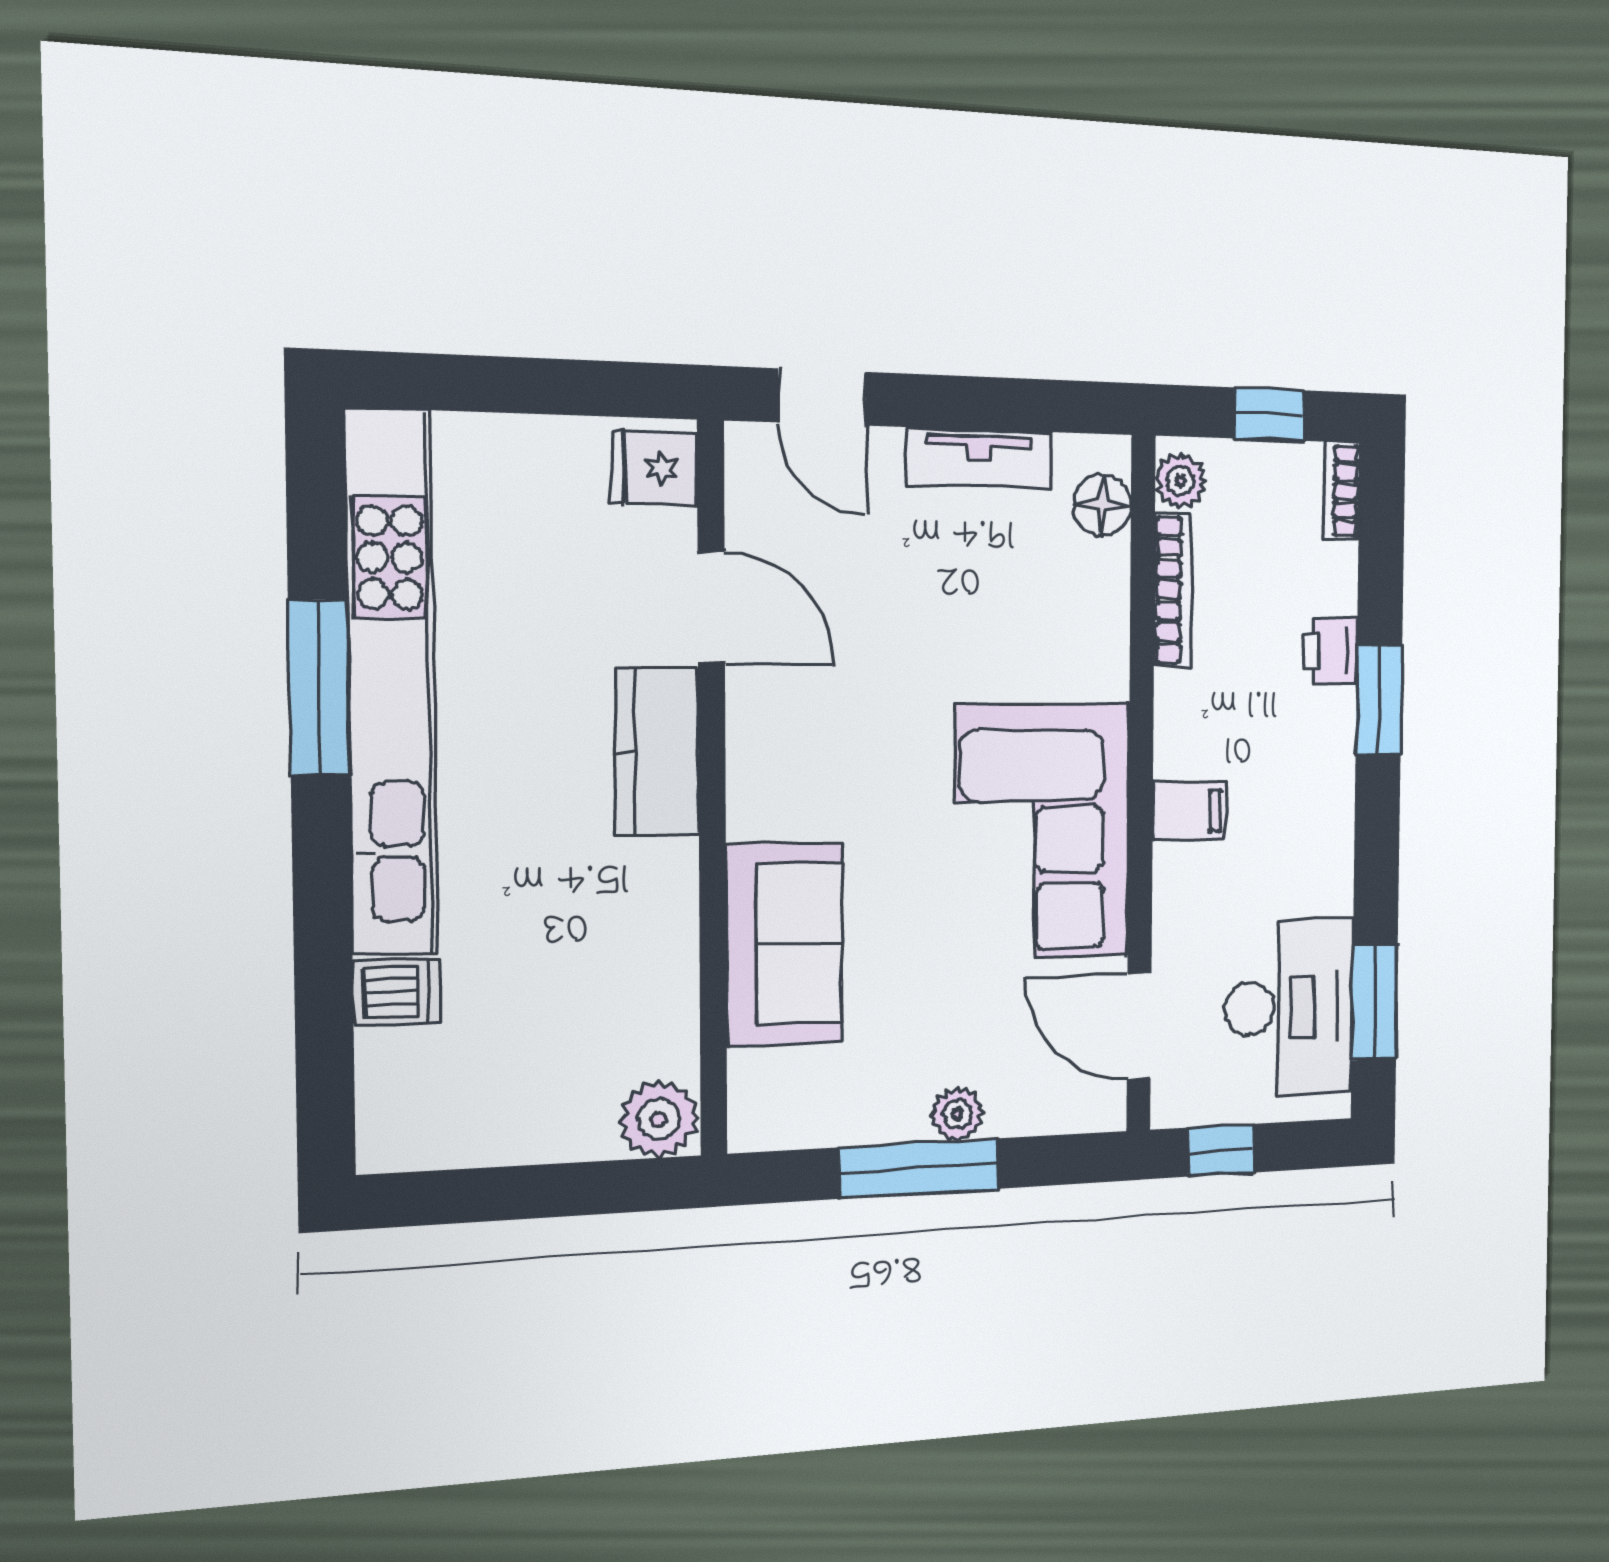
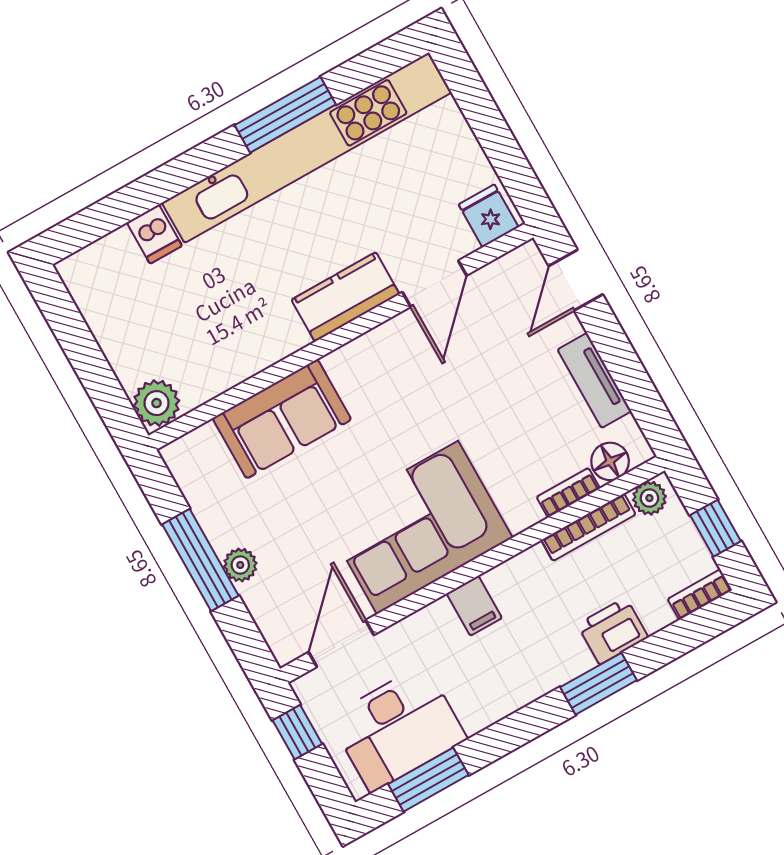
bookcase: (1112, 590) -> (568, 493), added
printer: (1330, 651) -> (613, 631), width x1.36, depth x1.24

